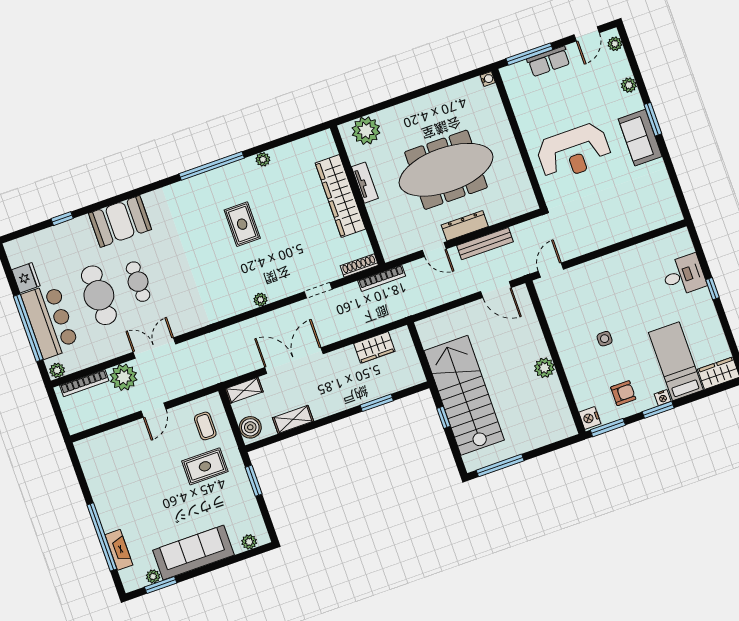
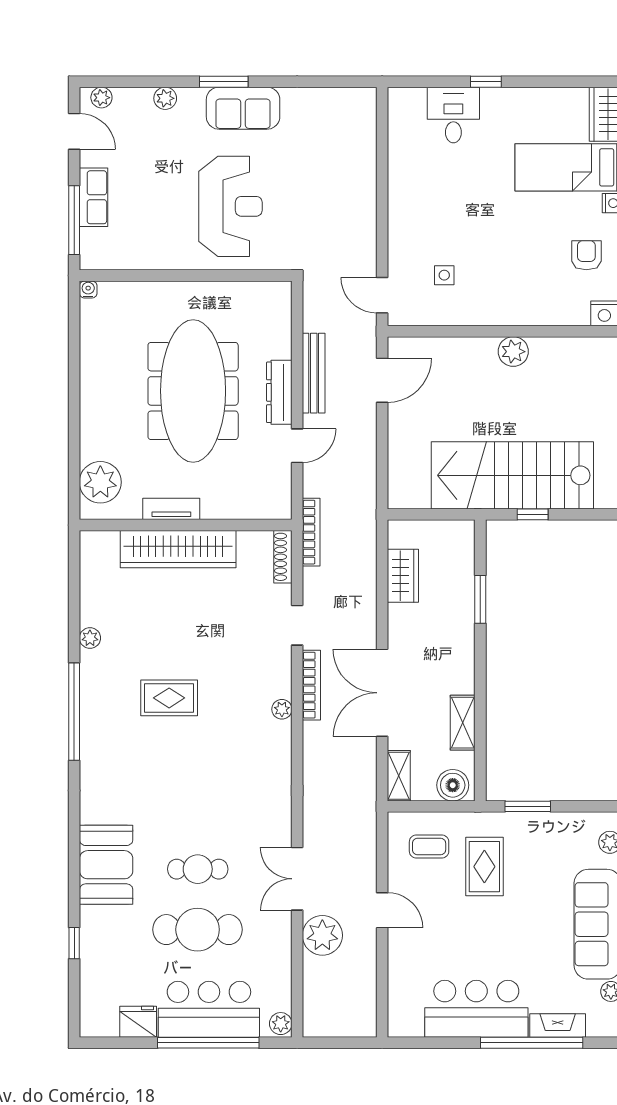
side table: (605, 339) -> (444, 275), moved
bookcase: (84, 383) -> (311, 685), moved
bar counter: (111, 493) -> (476, 1009), added

